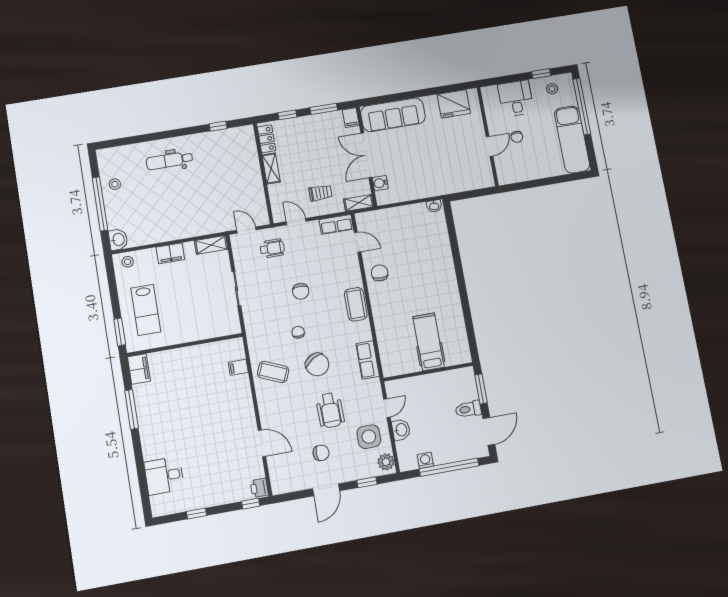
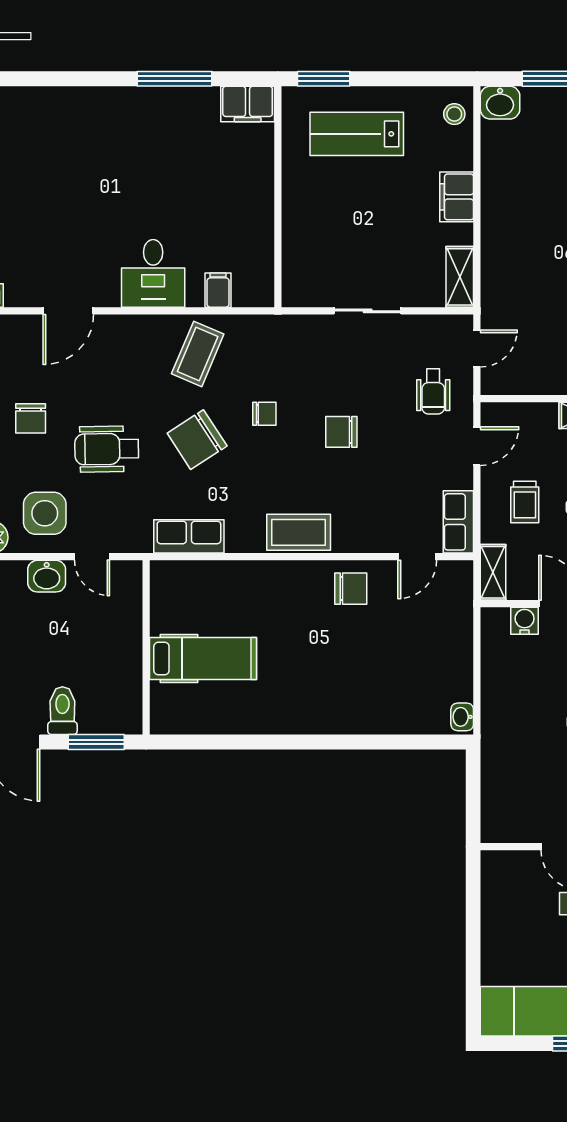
desk: (164, 476) -> (153, 273), moved, turned 180

